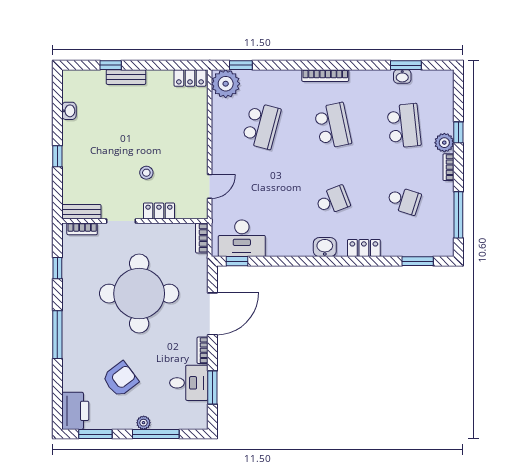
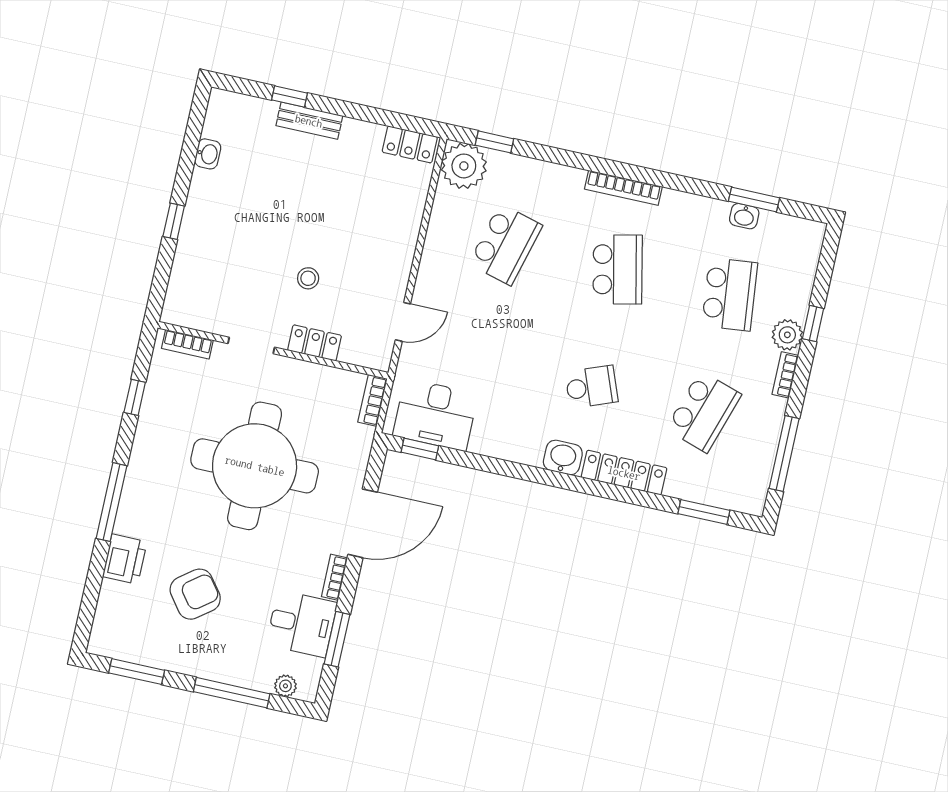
school desk: (404, 200) -> (704, 412), width x1.85
bench: (81, 212) -> (192, 317), removed
locker: (364, 248) -> (624, 473), width x1.53
printer: (75, 411) -> (125, 559), moved, width x0.73, depth x0.84
plant: (144, 423) -> (285, 686), moved

